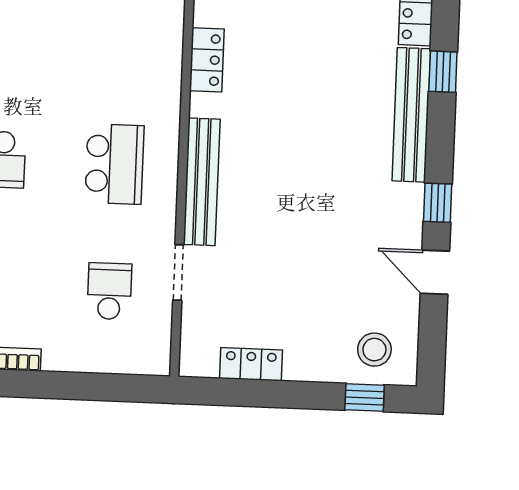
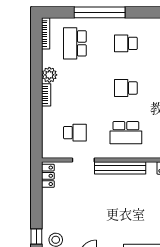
locker: (251, 364) -> (48, 176), moved

